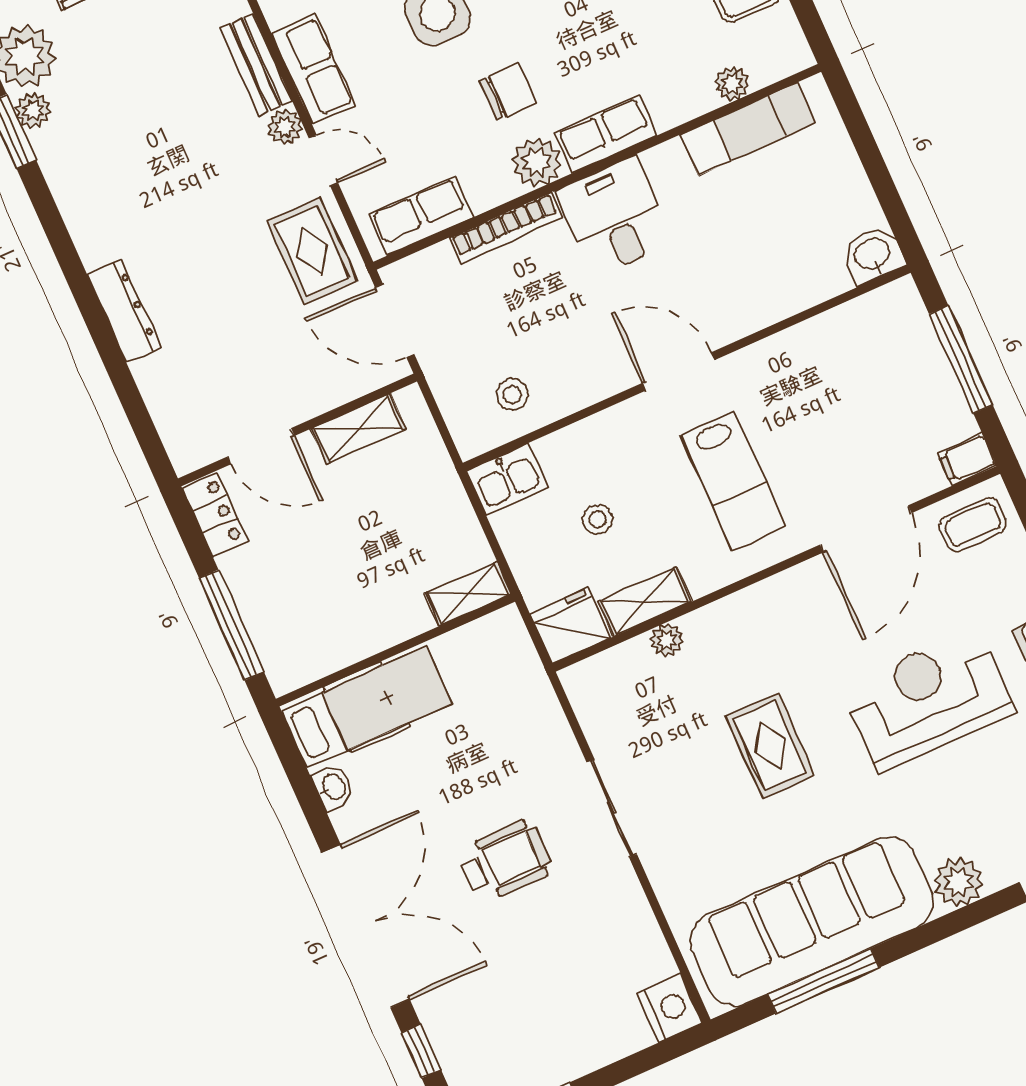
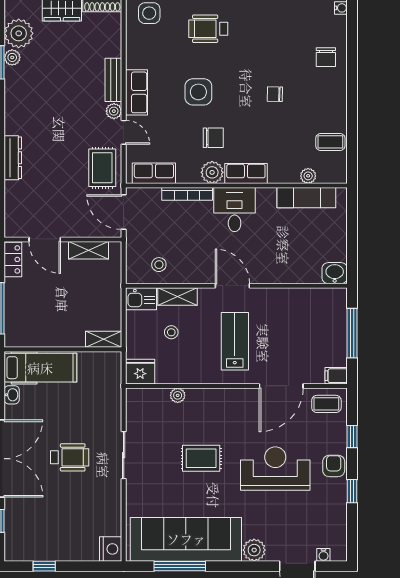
lab bench: (733, 481) -> (235, 341), turned 180
shelving: (645, 601) -> (178, 296), moved
rug: (770, 746) -> (201, 458), turned 90

